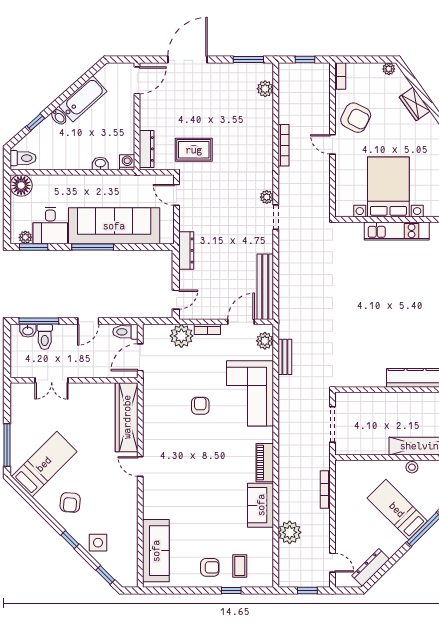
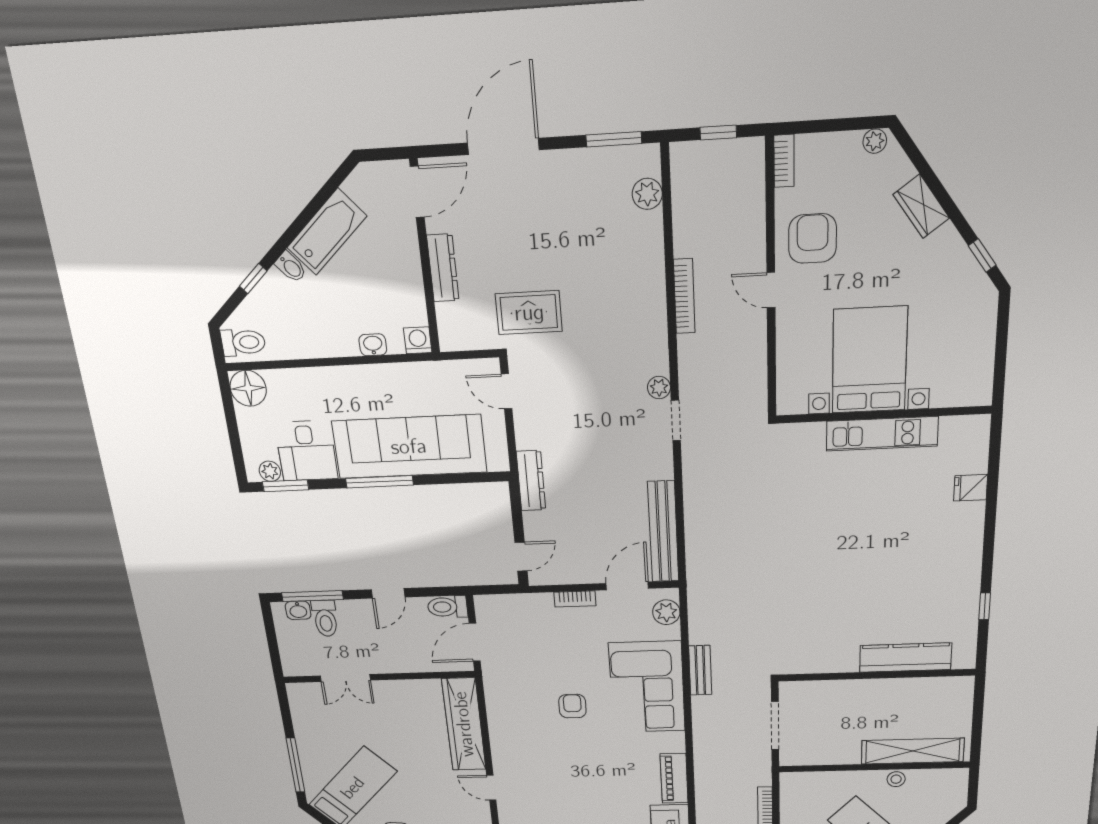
armchair: (356, 118) -> (813, 239), turned -117
dresser: (147, 149) -> (443, 268), moved
plant: (181, 336) -> (535, 610), removed
bench: (285, 357) -> (700, 670), moved

